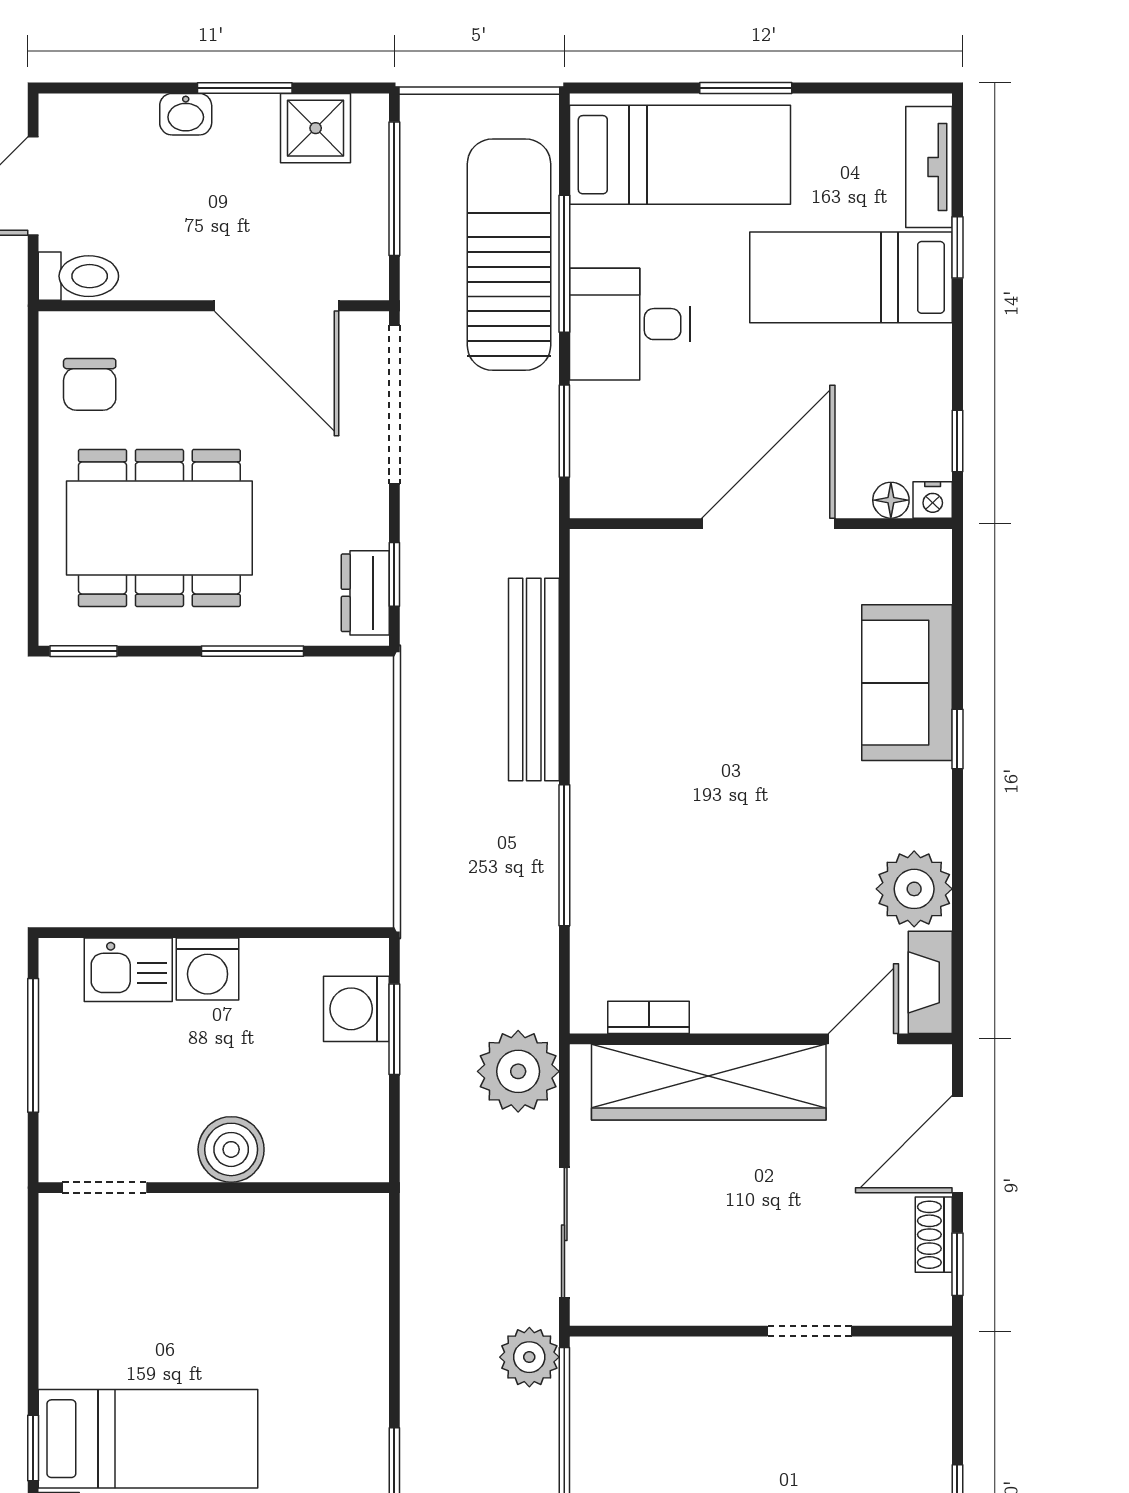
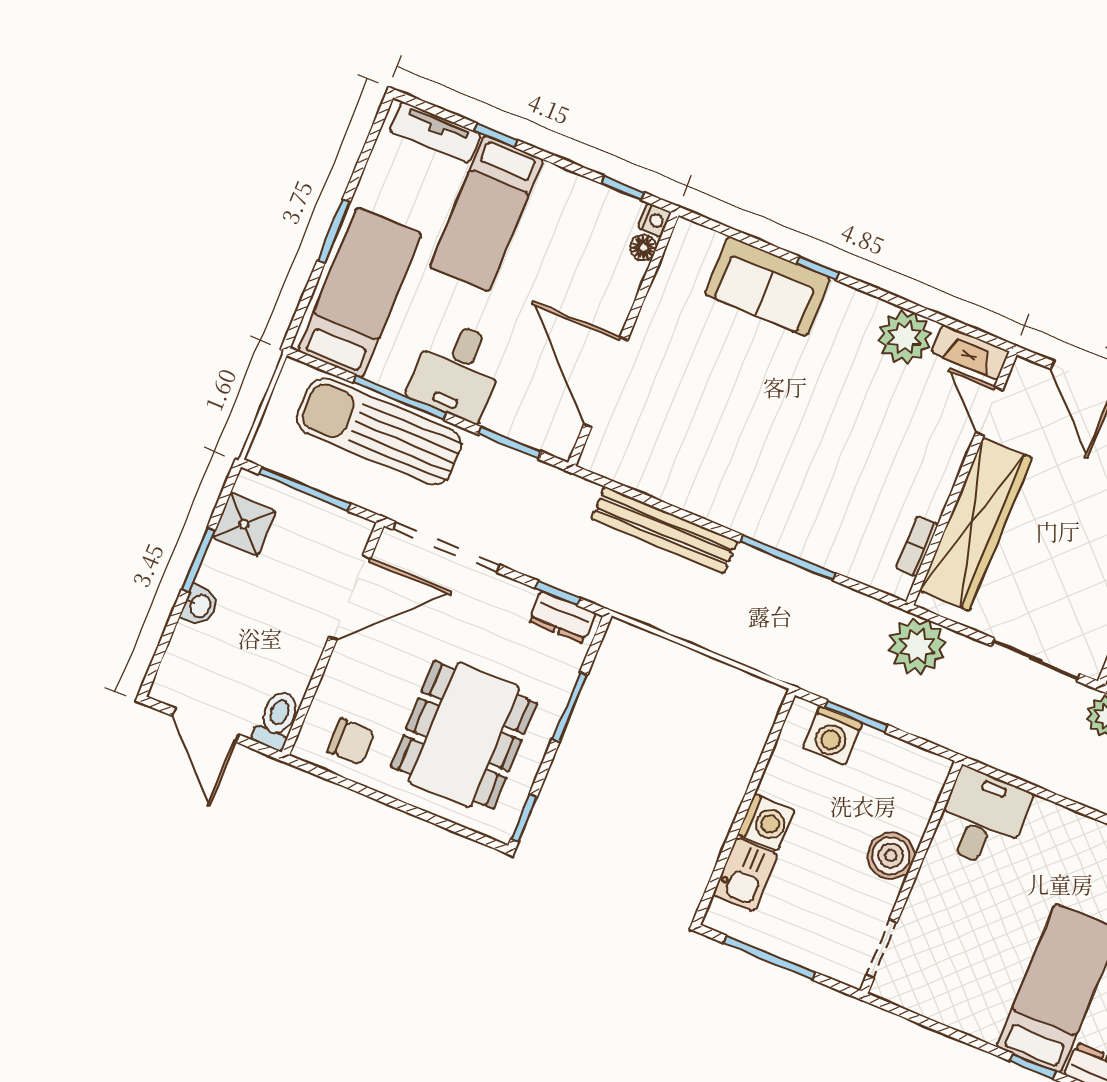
door: (768, 524) -> (606, 382), moved
desk: (329, 1248) -> (982, 818), added

